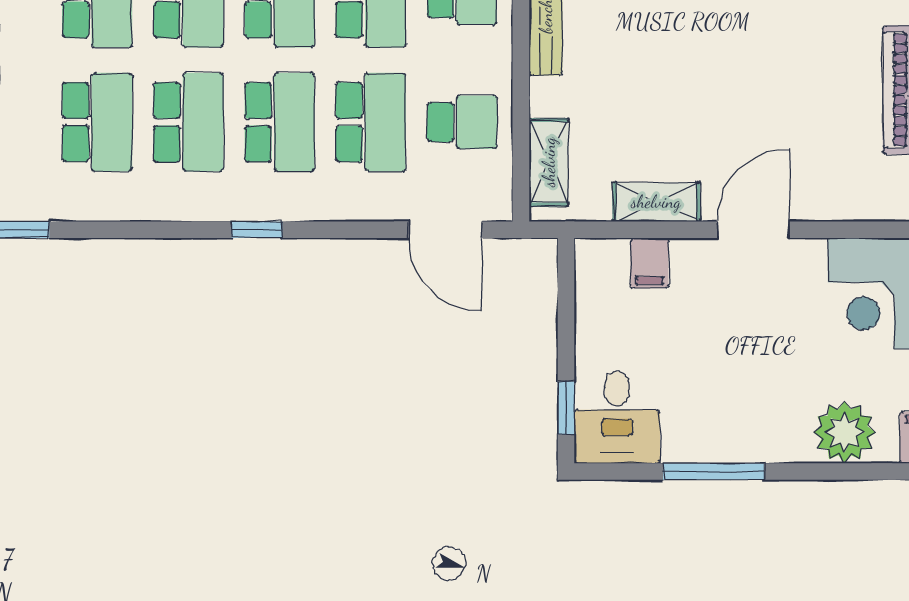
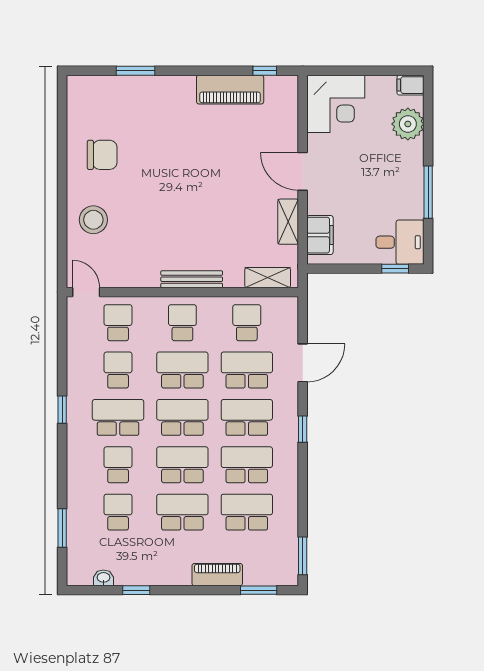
door: (445, 230) -> (303, 363), moved
filing cabinet: (650, 263) -> (320, 235), width x2.00

